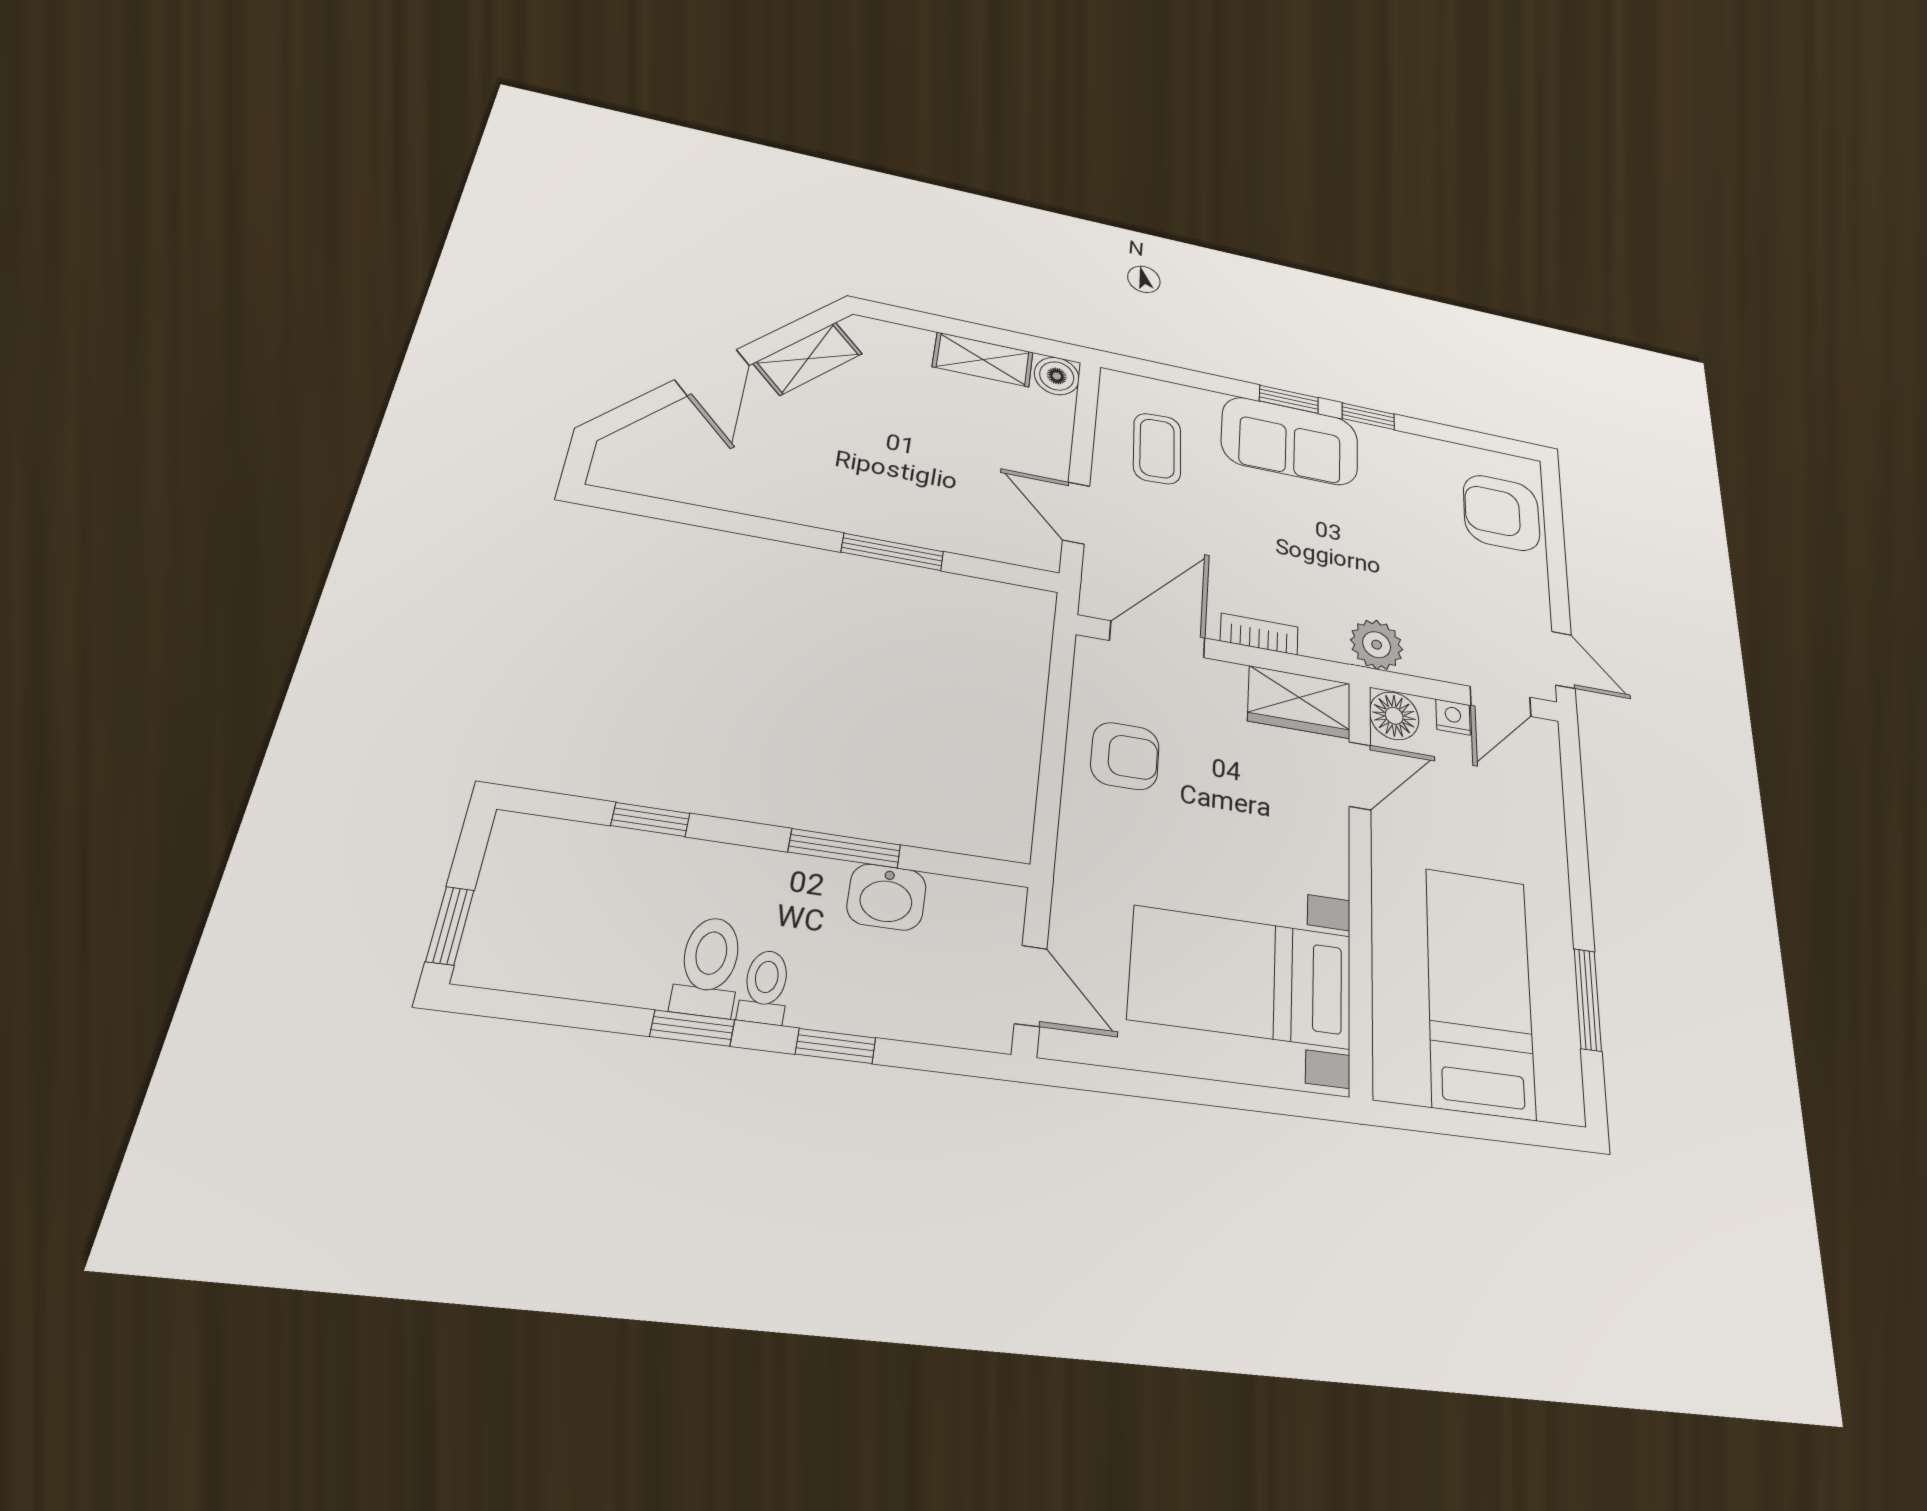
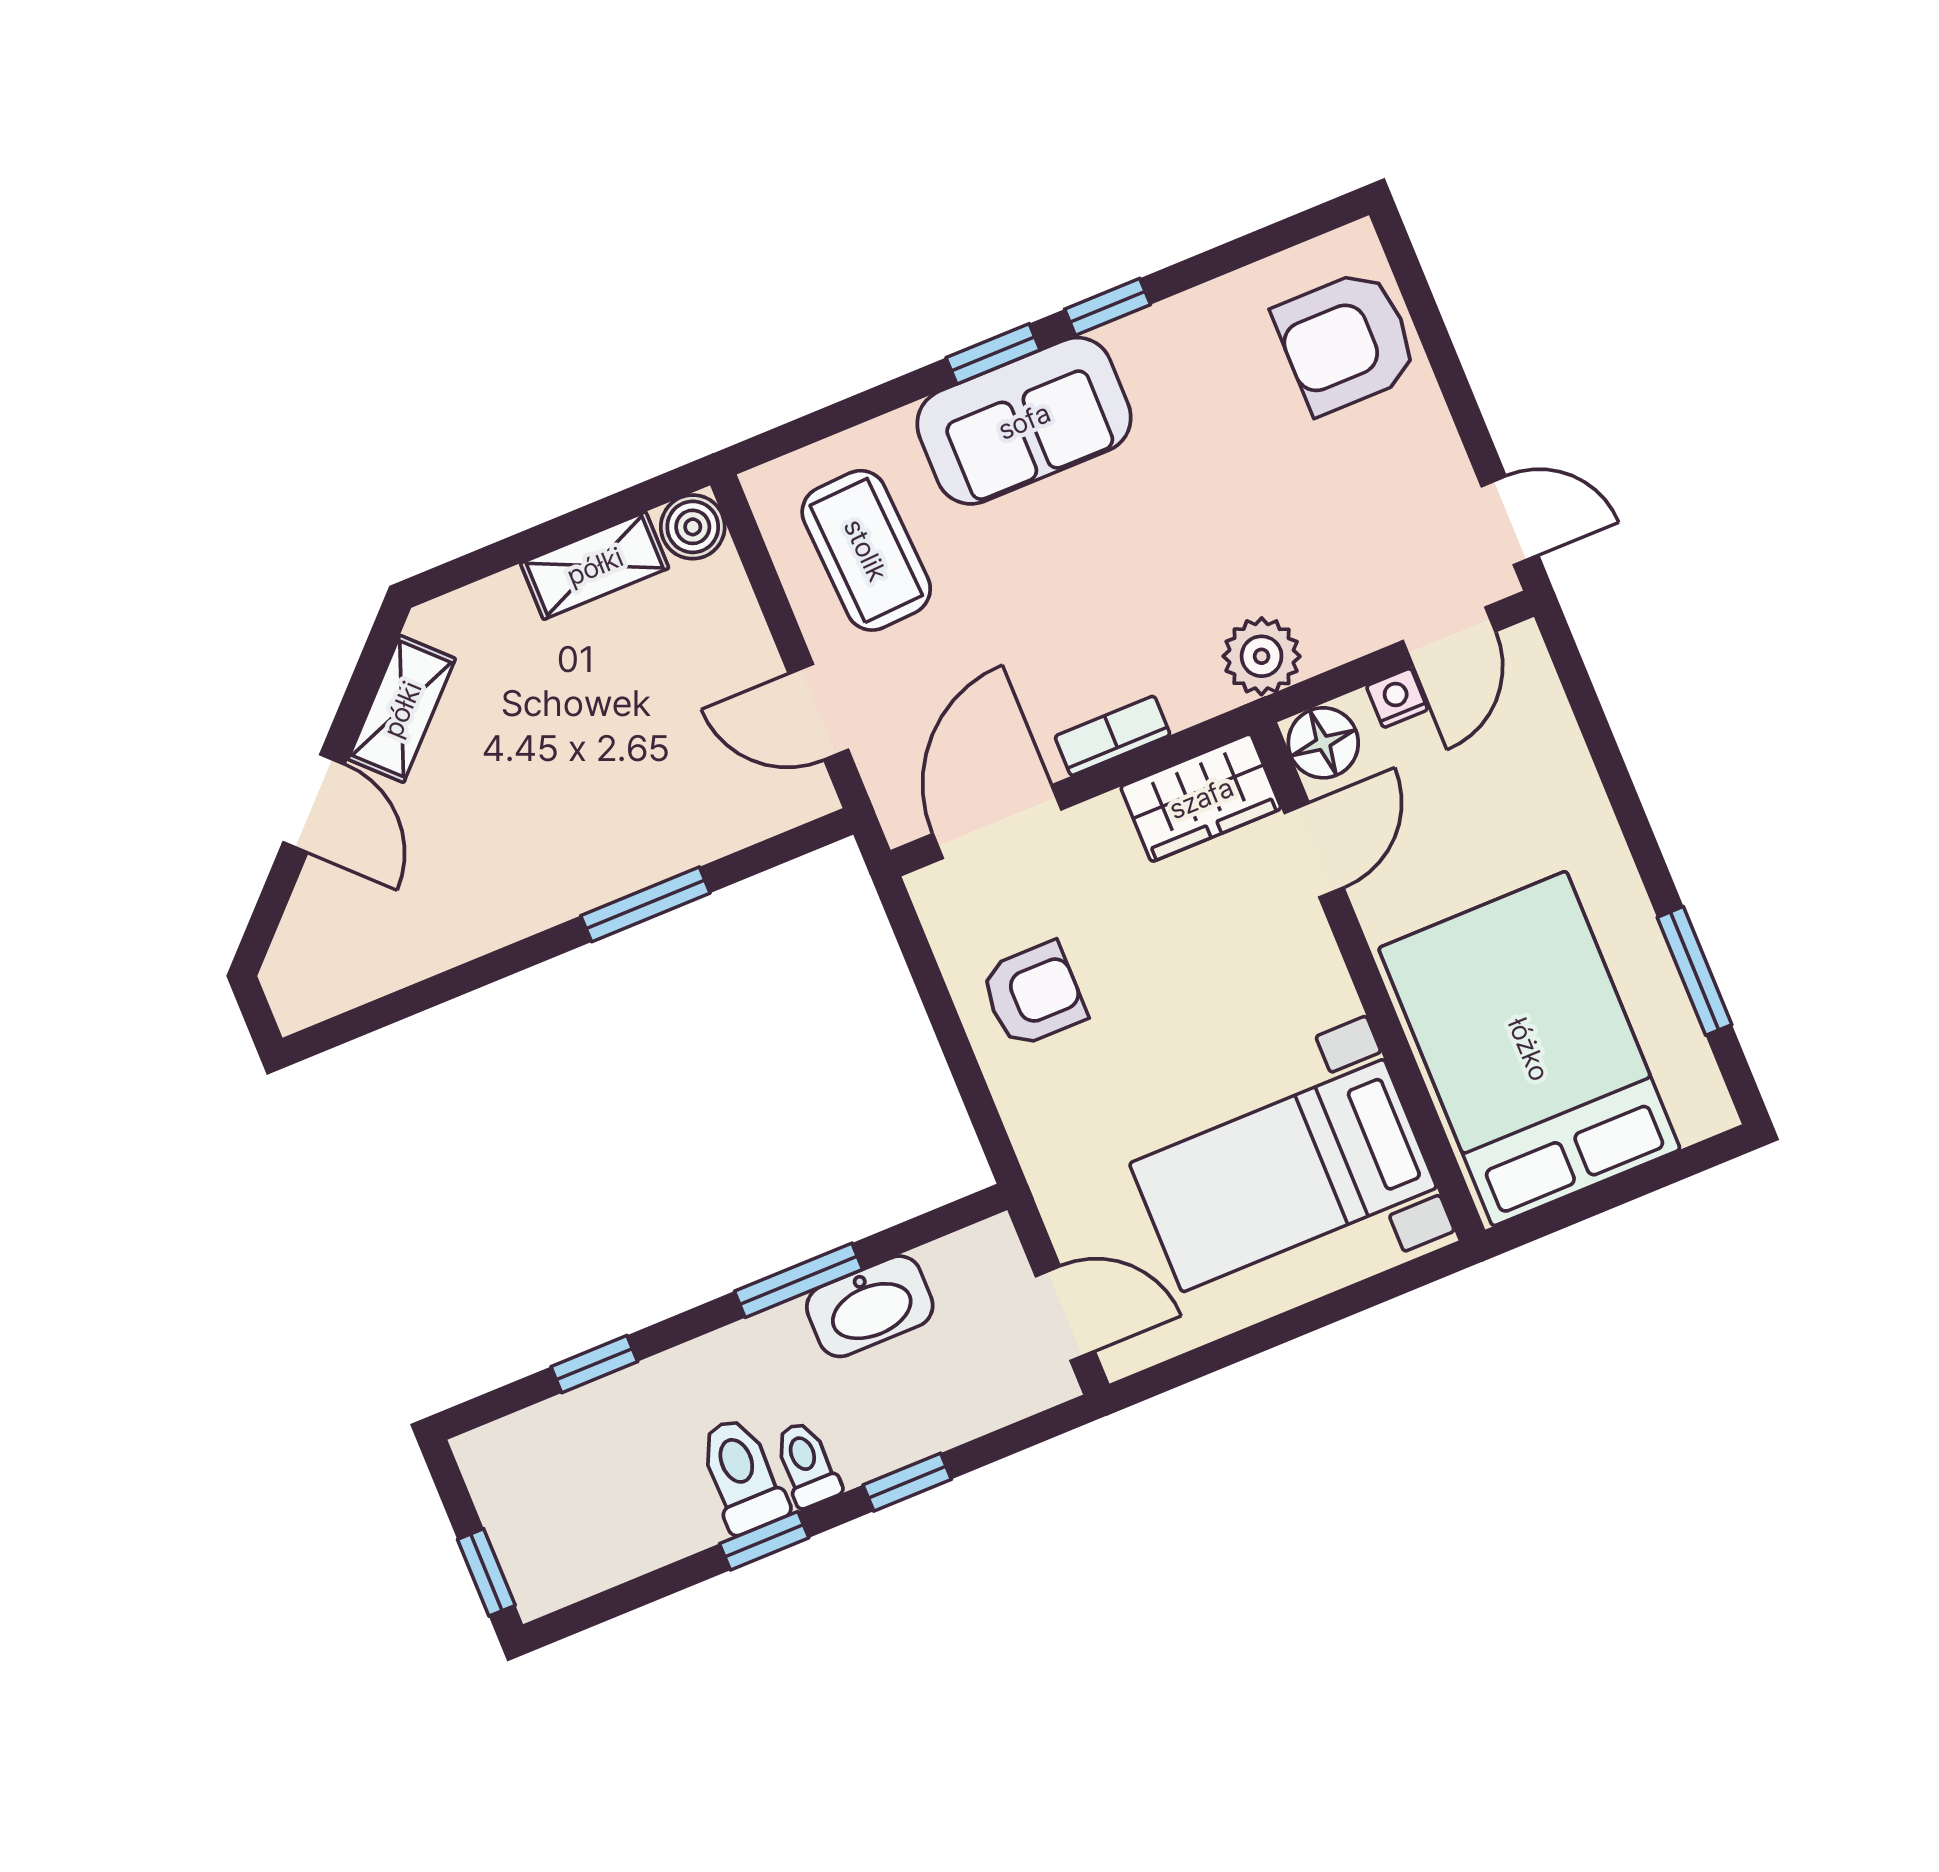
coffee table: (1157, 448) -> (866, 550), width x1.36, depth x1.30
washbasin: (887, 897) -> (870, 1306), width x1.38
bed: (1480, 991) -> (1529, 1049), width x1.50

